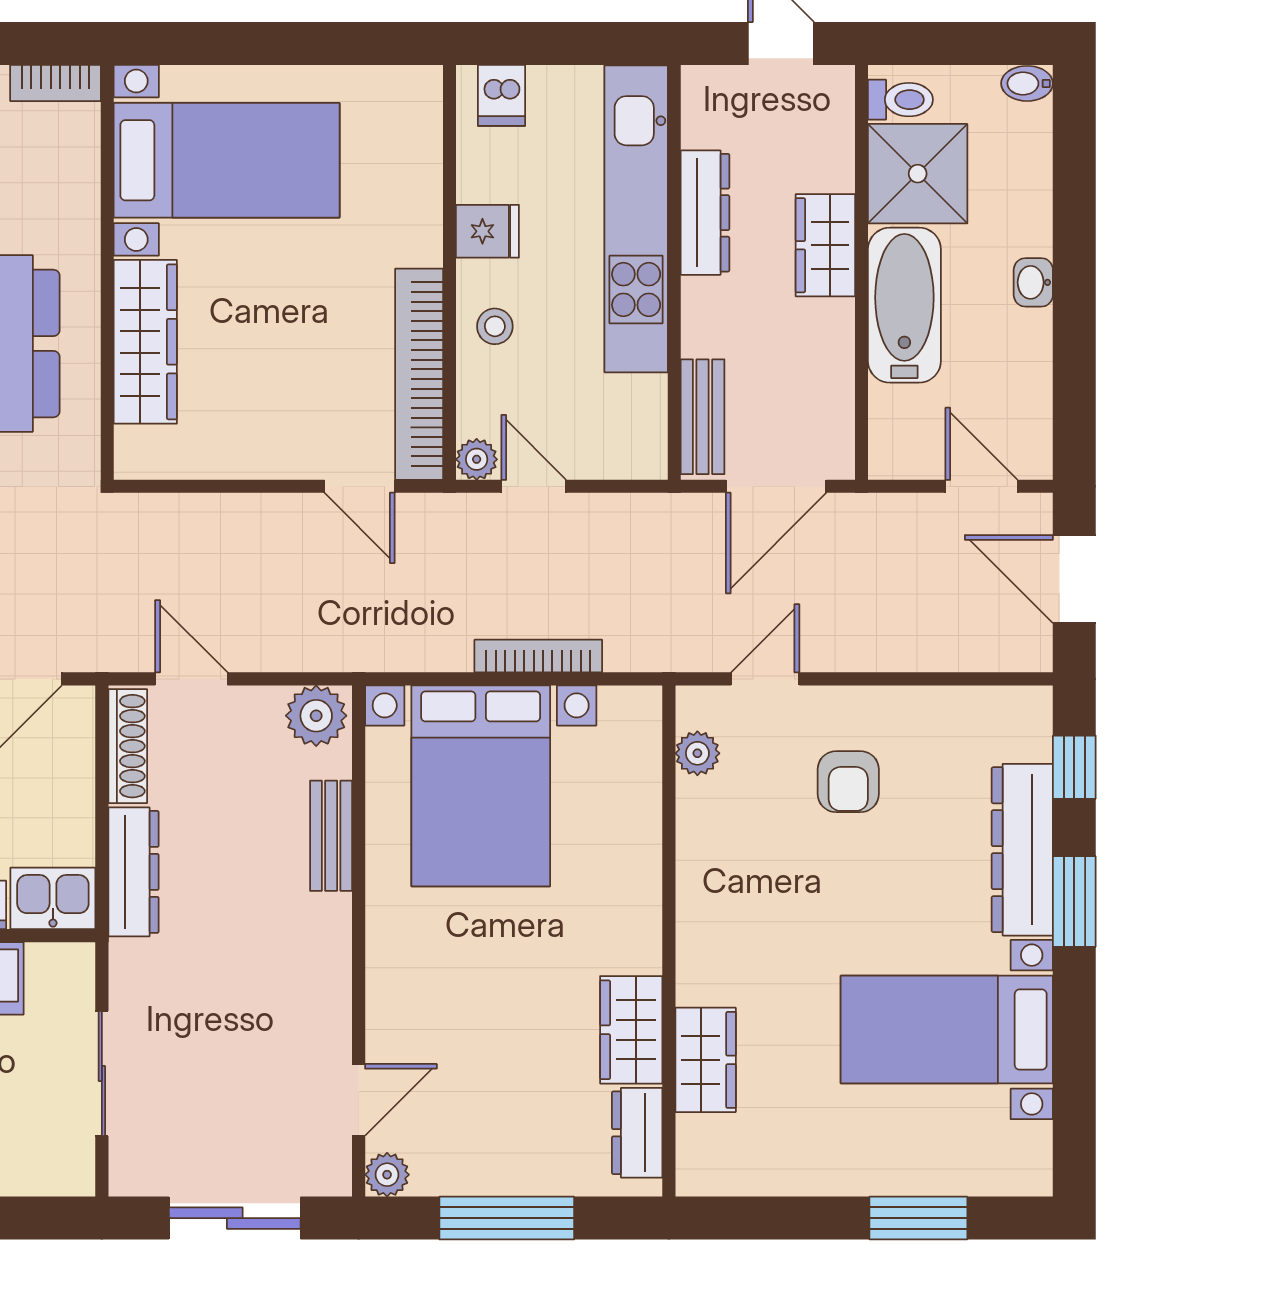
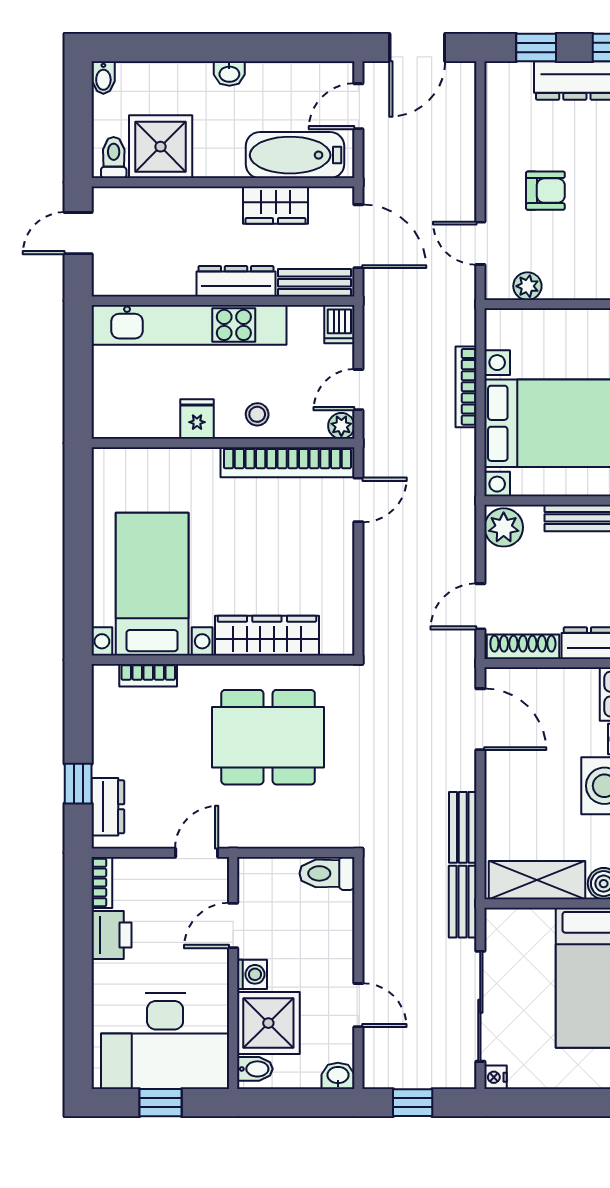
bookcase: (55, 83) -> (148, 675), moved, turned 90
dishwasher: (501, 95) -> (339, 324), moved, turned 90
dresser: (705, 213) -> (236, 281), moved
wardrobe: (825, 245) -> (276, 205), moved
bathtub: (904, 305) -> (295, 155), moved

